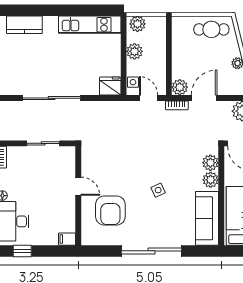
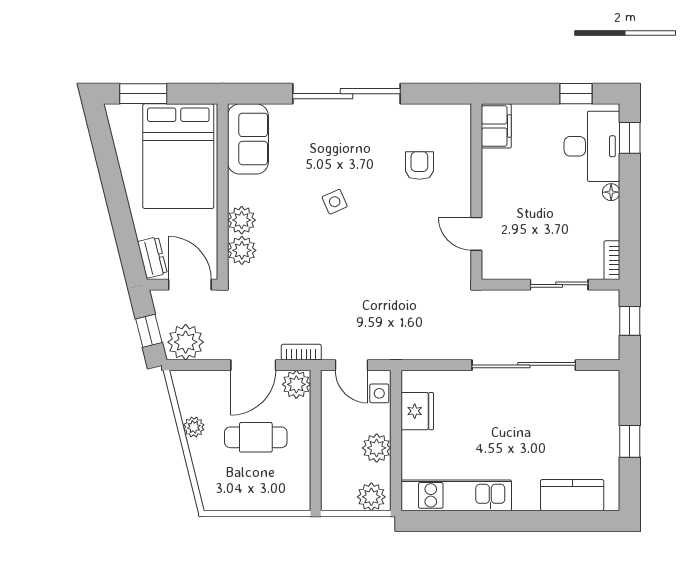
cafe table: (211, 29) -> (256, 437), moved
fridge: (110, 86) -> (417, 411), moved, turned -90
sliding door: (43, 143) -> (559, 285), moved
door: (78, 186) -> (476, 234), moved
armchair: (110, 211) -> (419, 166), width x0.53, depth x0.53
sofa: (207, 218) -> (248, 139), width x0.73
filing cabinet: (67, 239) -> (496, 126), width x2.00

